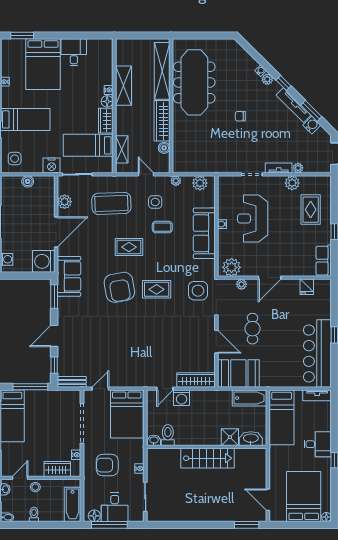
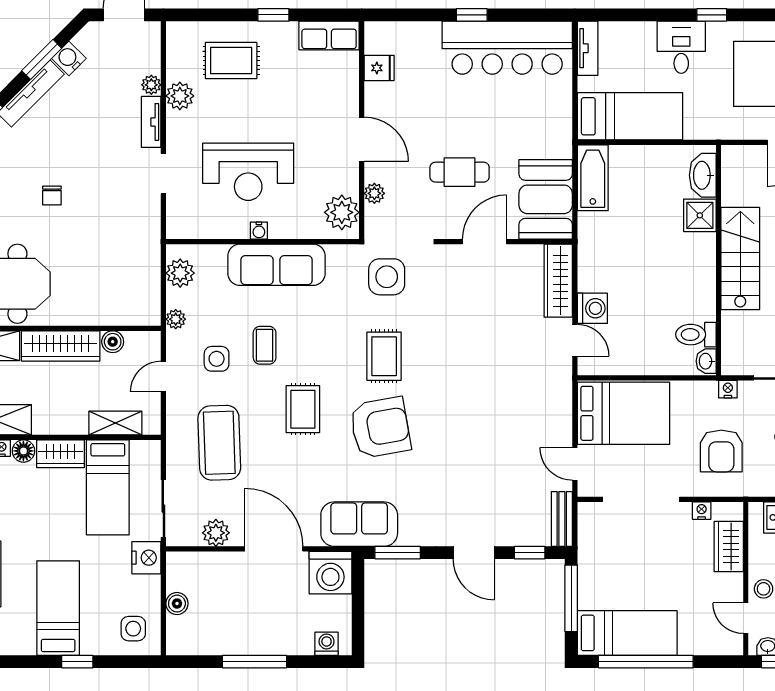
toilet: (168, 435) -> (696, 335), moved
shower: (230, 437) -> (700, 215), moved
washbasin: (251, 439) -> (703, 175), moved
washbasin: (154, 440) -> (706, 361), moved
wall: (207, 447) -> (719, 260), moved
stairs: (207, 458) -> (740, 259), moved

